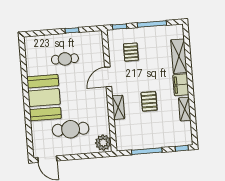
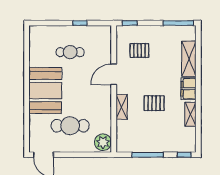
window: (152, 24) -> (178, 23), moved
pallet: (131, 52) -> (139, 50), turned 90
pallet: (149, 101) -> (154, 103), turned 90

